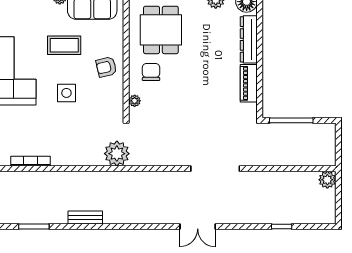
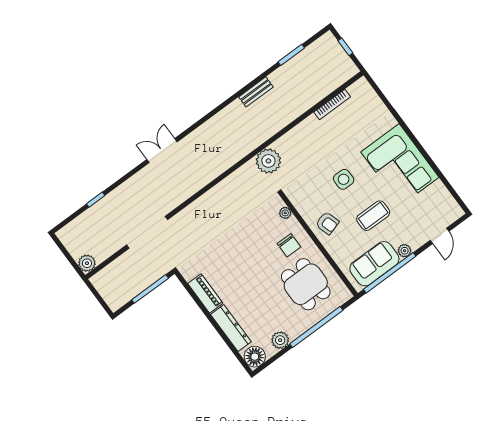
armchair: (106, 67) -> (327, 223), turned 86
doorway: (215, 169) -> (147, 232), moved

